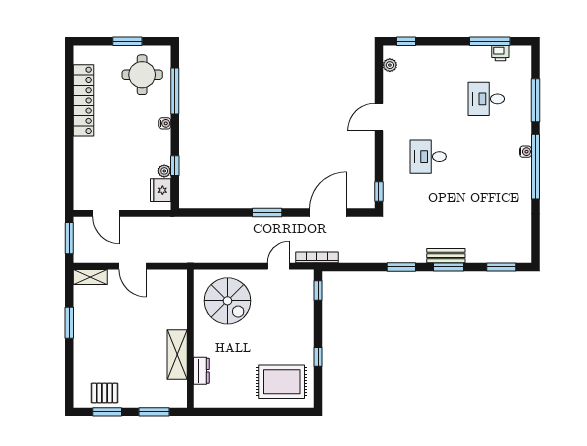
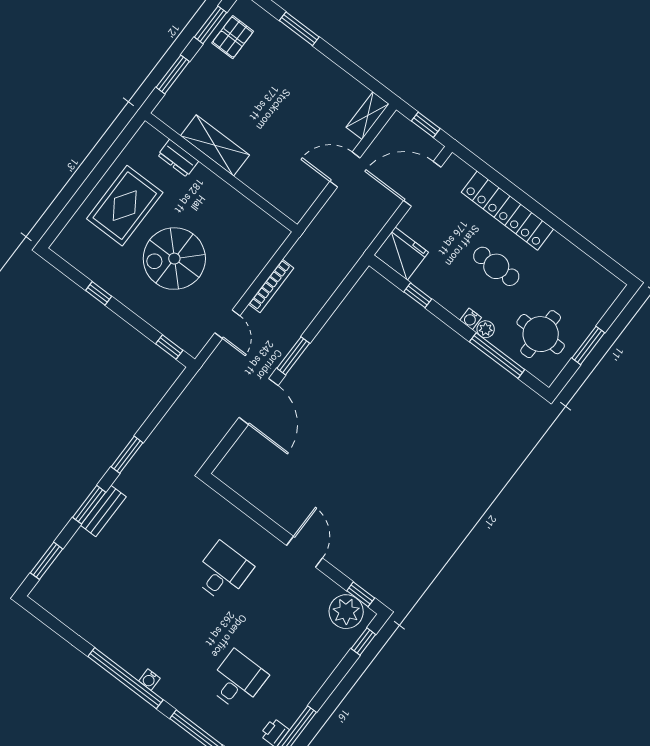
plant: (390, 65) -> (346, 612), width x1.87, depth x1.87
locker: (84, 100) -> (507, 211), moved
cafe table: (122, 132) -> (496, 266), added
plant: (164, 171) -> (486, 329), moved
fridge: (161, 190) -> (401, 254), width x1.36, depth x1.34
window: (379, 192) -> (361, 594), moved
door: (106, 213) -> (422, 184), width x1.36
door: (328, 213) -> (259, 401), moved
window: (69, 238) -> (426, 125), width x0.67
bookcase: (317, 257) -> (271, 286), moved
spiral stairs: (227, 301) -> (174, 259), moved
window: (69, 323) -> (299, 29), moved
rug: (282, 382) -> (125, 206), moved

